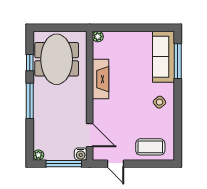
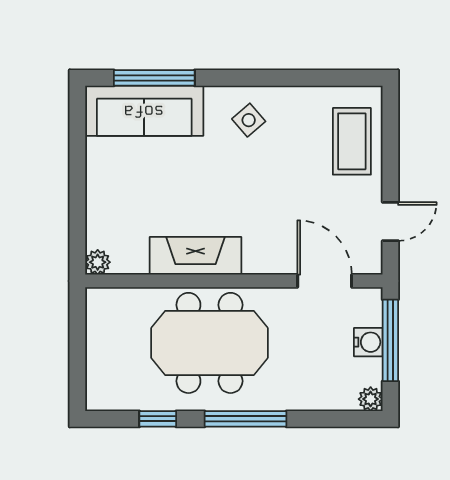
meeting table: (57, 59) -> (209, 343), moved
door: (90, 135) -> (325, 281), hinge flipped
water cooler: (81, 154) -> (368, 342), moved

